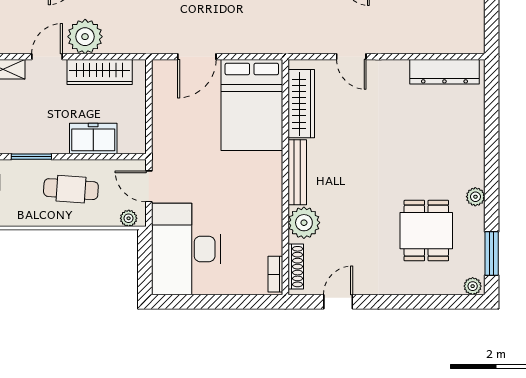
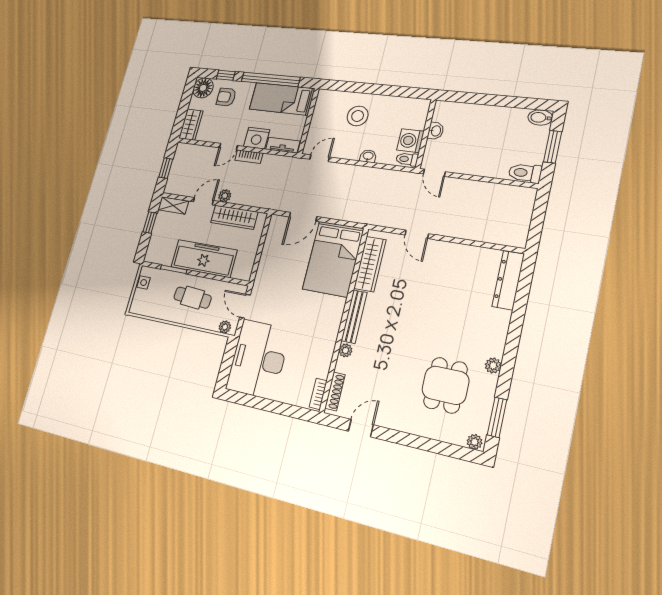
plant: (85, 37) -> (225, 196), width x0.53, depth x0.53
dresser: (444, 72) -> (508, 280), moved, turned 90
freezer: (93, 139) -> (204, 258), width x1.91, depth x1.26
plant: (304, 223) -> (345, 350), width x0.53, depth x0.53

